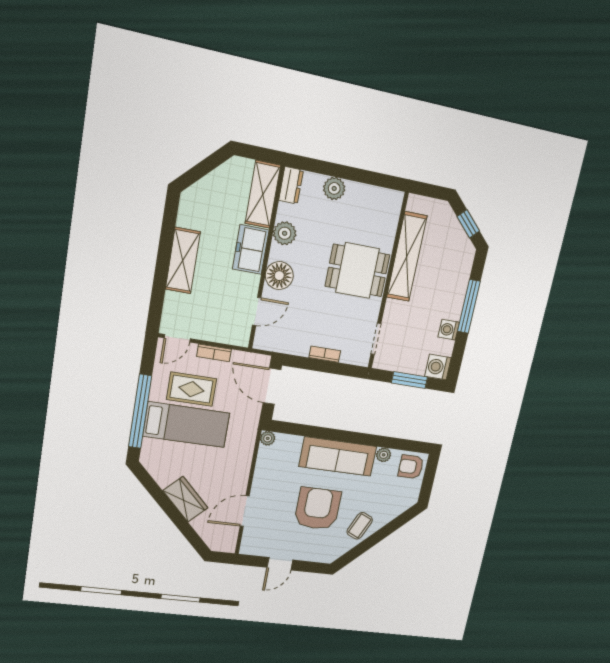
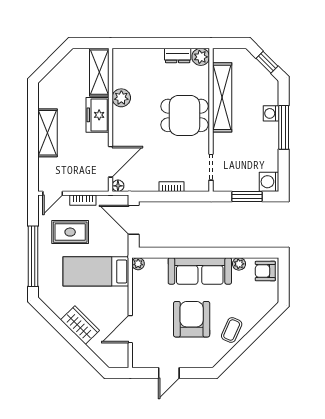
dresser: (291, 185) -> (178, 55), moved, turned 90
plant: (334, 188) -> (201, 57), moved
floor lamp: (279, 276) -> (118, 186), moved, width x0.53, depth x0.53
door: (257, 311) -> (110, 162), width x1.38
washing machine: (449, 330) -> (271, 113), moved
bed: (186, 425) -> (96, 271), moved, turned 180

